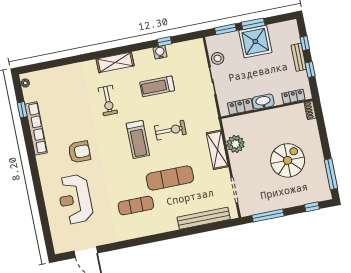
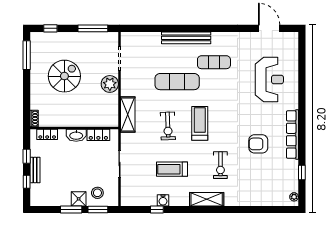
shower: (255, 41) -> (79, 199), width x0.54, depth x0.54
stool: (218, 58) -> (97, 193), moved
treadmill: (157, 86) -> (172, 169), turned 180
exercise bike: (108, 101) -> (220, 165), turned 180
row of seats: (36, 128) -> (292, 135), moved
exercise bike: (170, 130) -> (168, 126), turned -92
plant: (236, 144) -> (110, 84), moved
shelving: (217, 150) -> (128, 114), moved
armchair: (79, 152) -> (258, 144), moved
spiral stairs: (288, 160) -> (64, 76), turned 180
bench: (204, 218) -> (186, 38), moved

